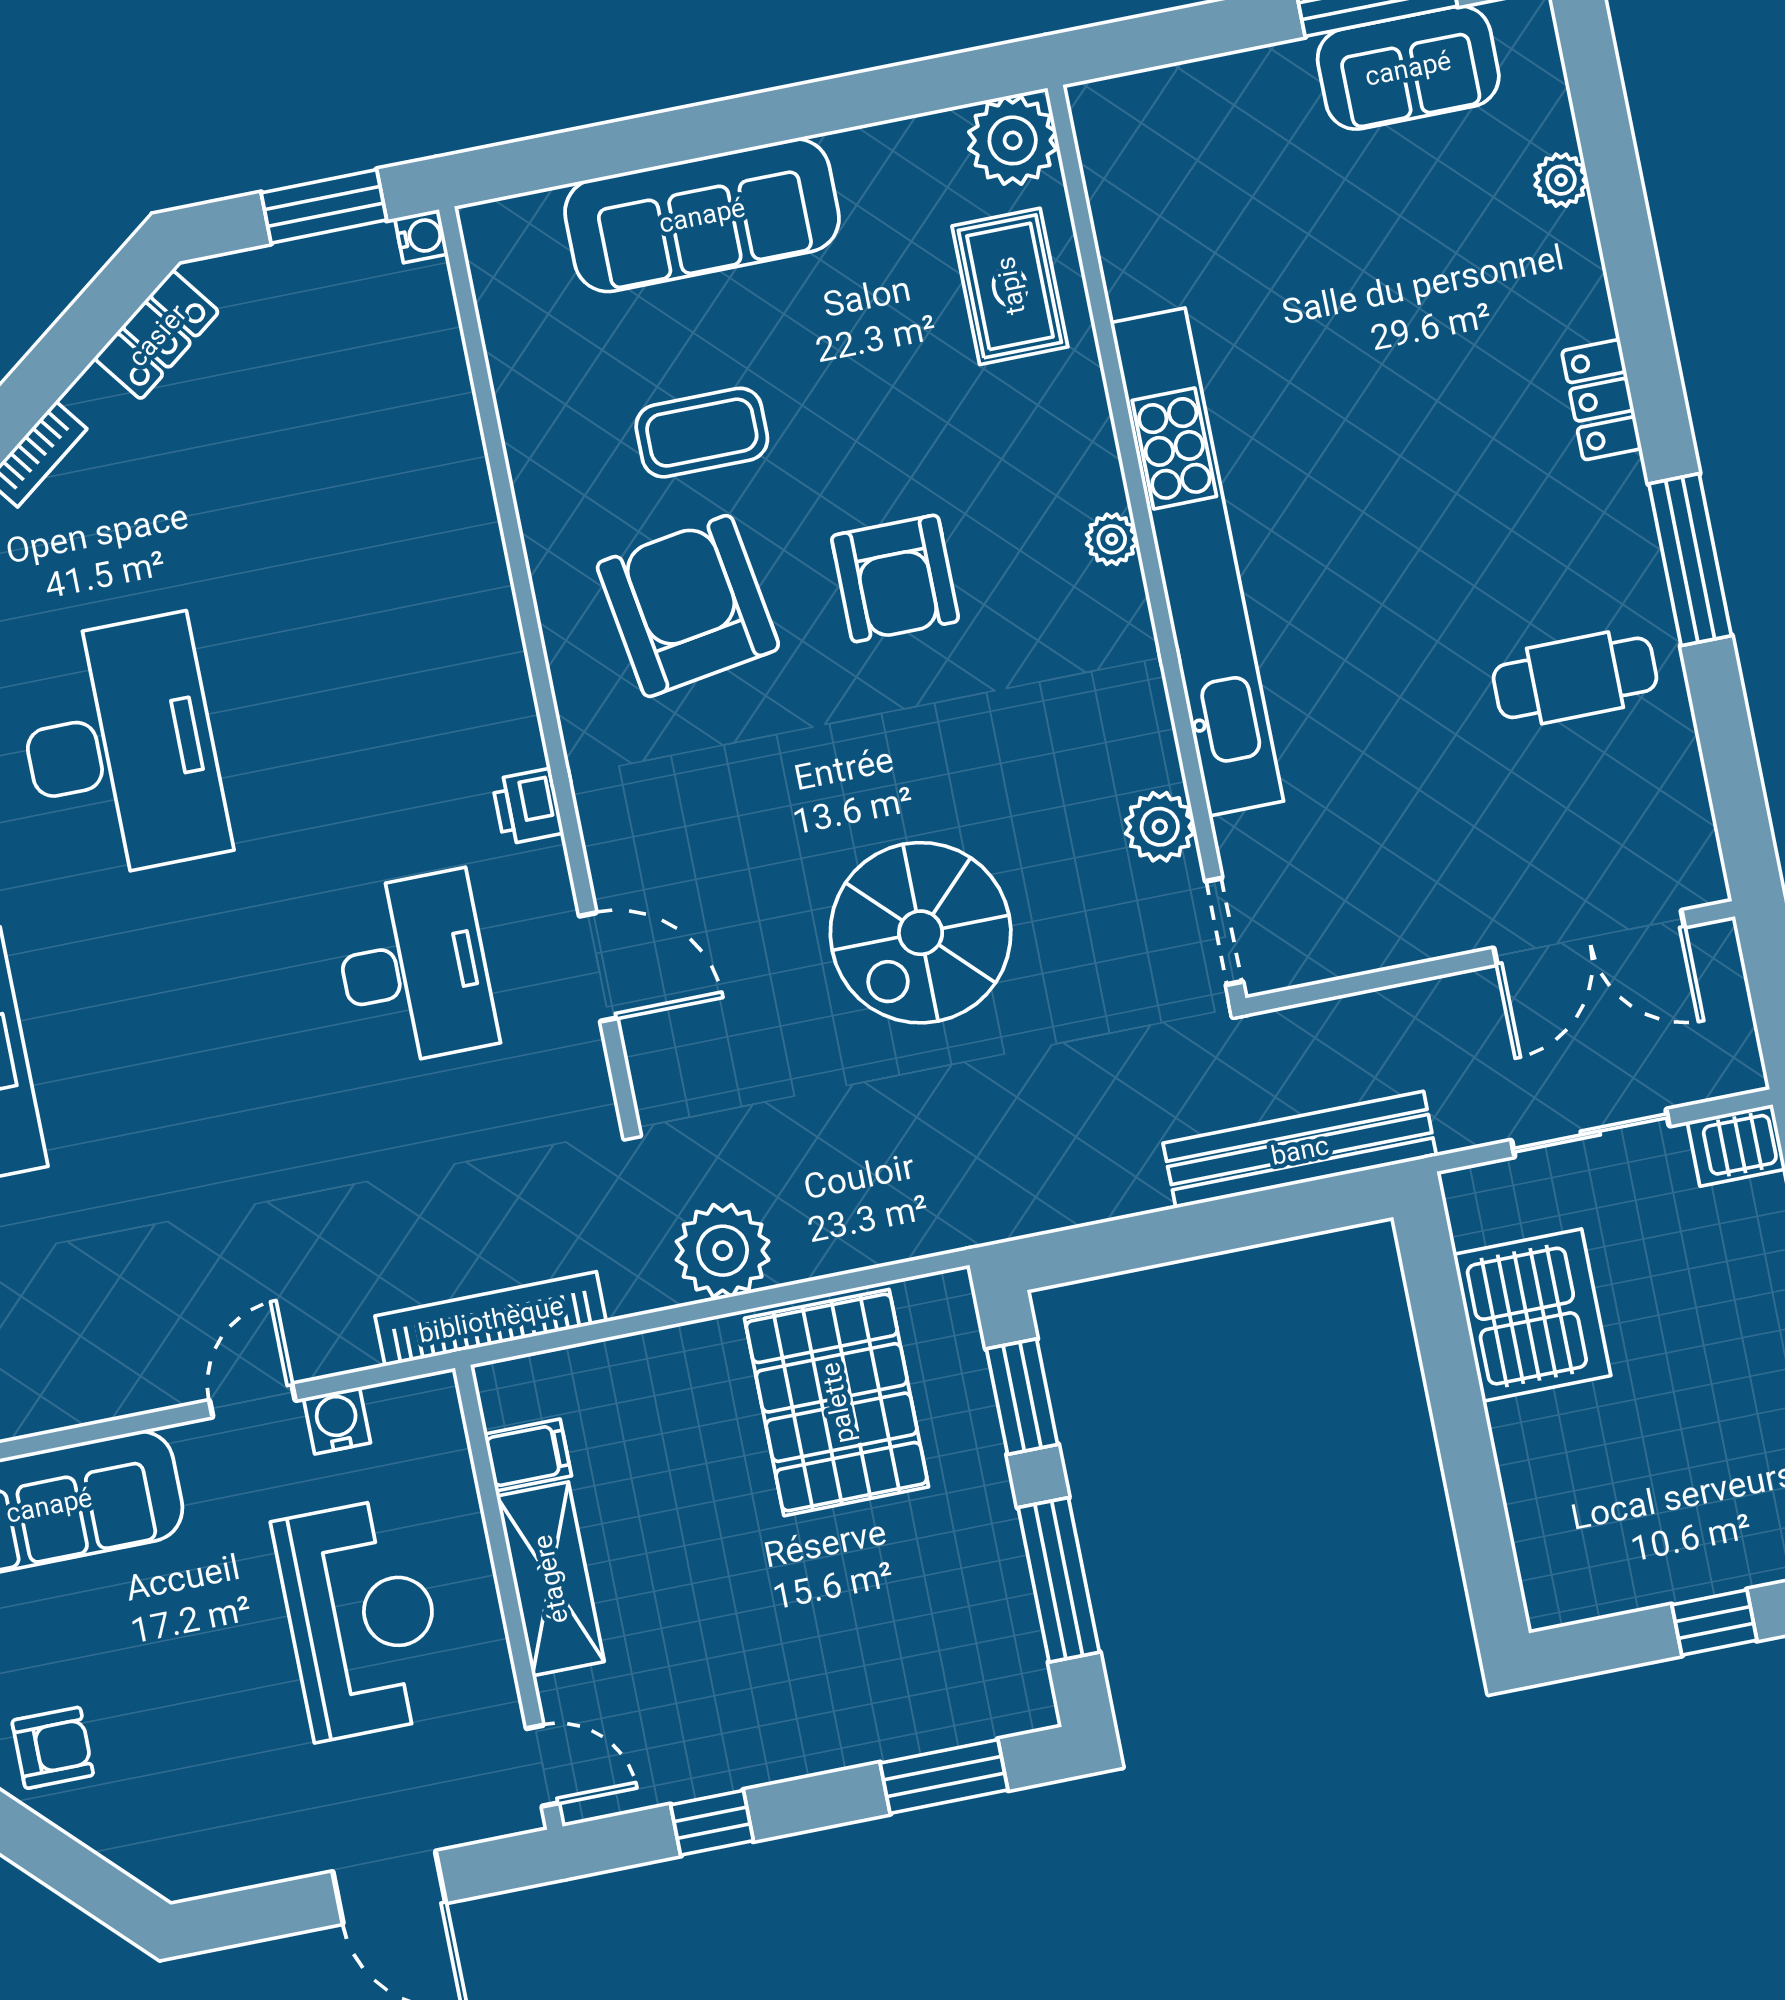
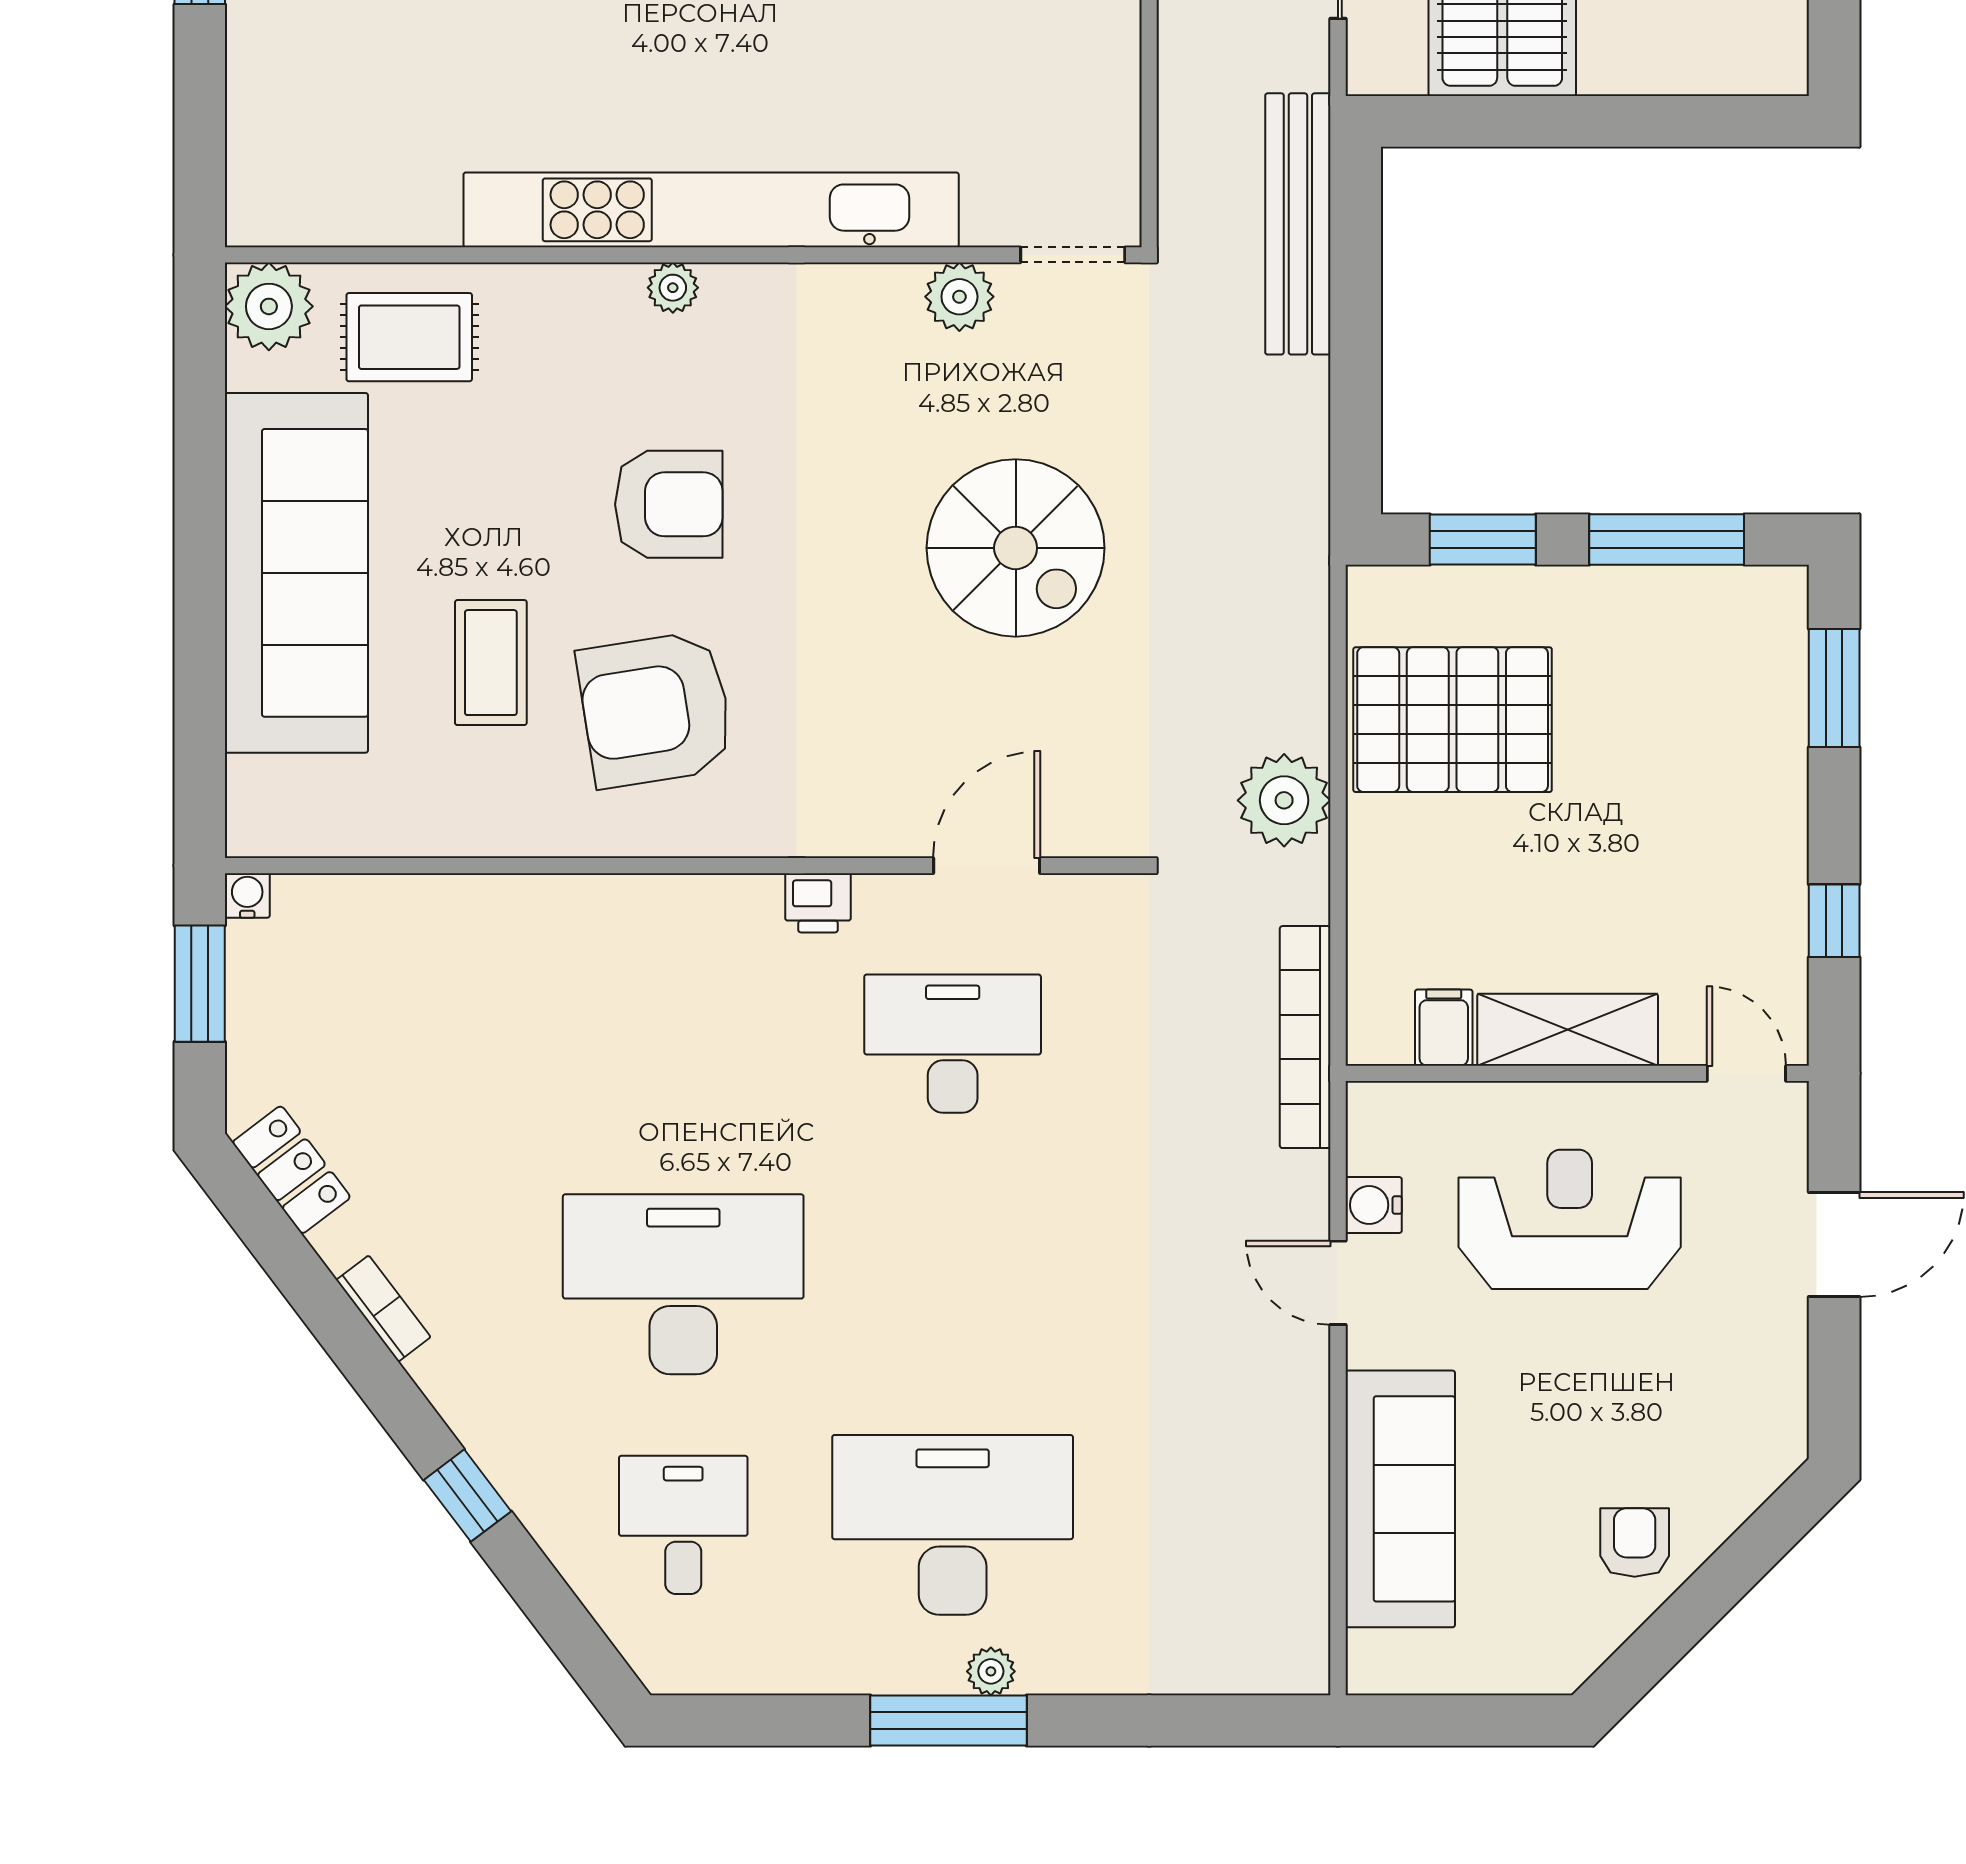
sofa: (702, 215) -> (296, 573), width x1.36, depth x1.27
door: (543, 1766) -> (1746, 1073), hinge flipped

